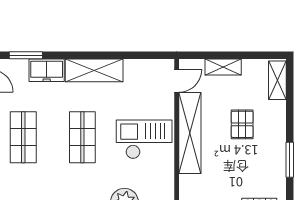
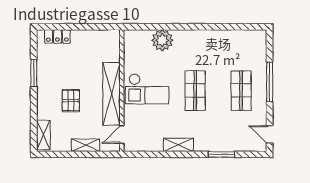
window: (26, 55) -> (222, 154), moved
freezer: (47, 70) -> (223, 143), removed
shelving: (94, 70) -> (178, 145), width x0.67, depth x0.75

